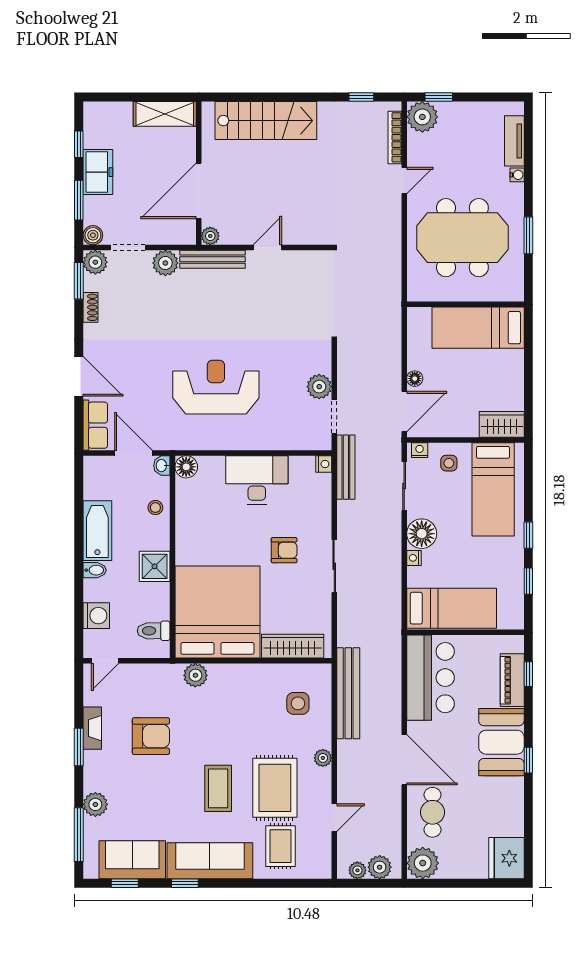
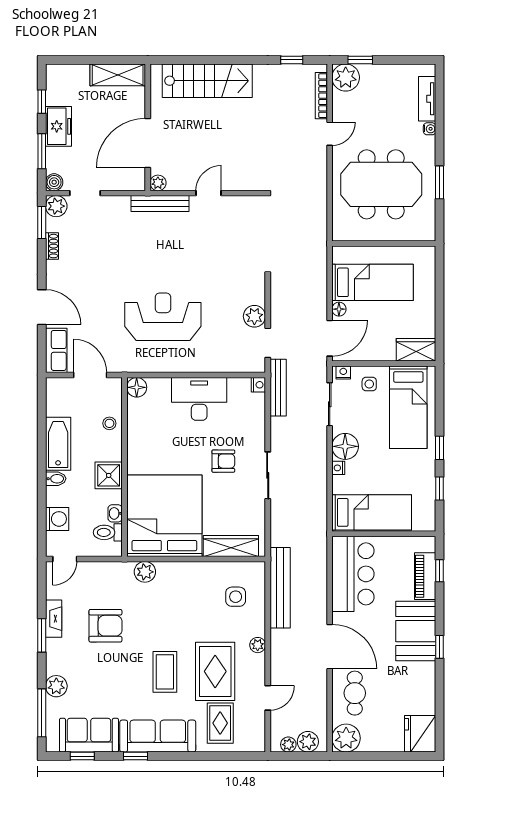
plant: (165, 263) -> (118, 207), removed
bed: (478, 328) -> (373, 282), moved, turned 180
washbasin: (162, 466) -> (115, 513), moved

